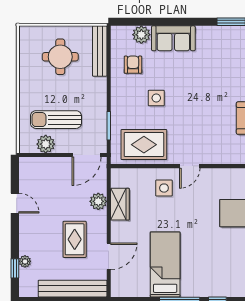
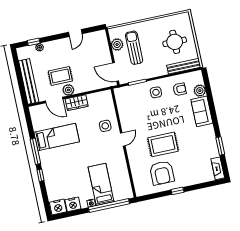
side table: (156, 98) -> (156, 92), moved
rug: (144, 145) -> (163, 144), moved, turned 90
door: (190, 166) -> (123, 139), swing flipped
plant: (98, 201) -> (68, 90), moved
wardrobe: (120, 204) -> (77, 103), moved

